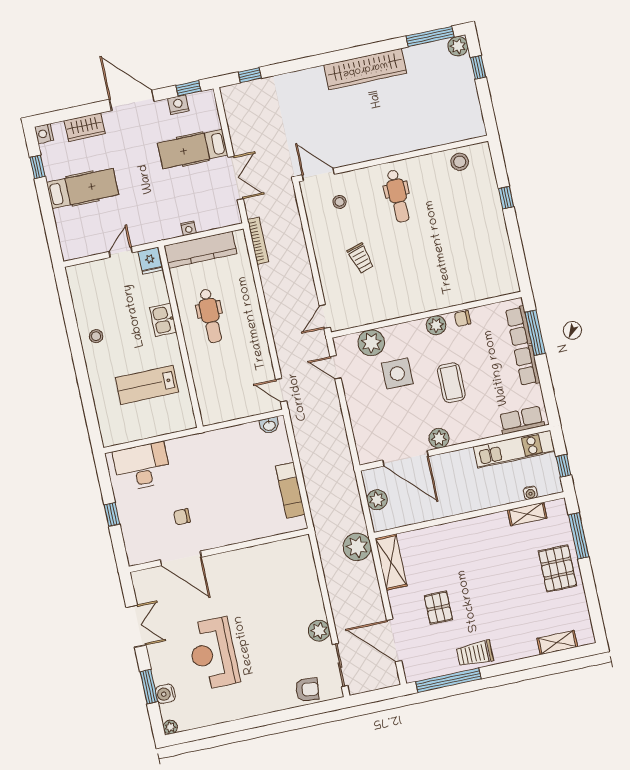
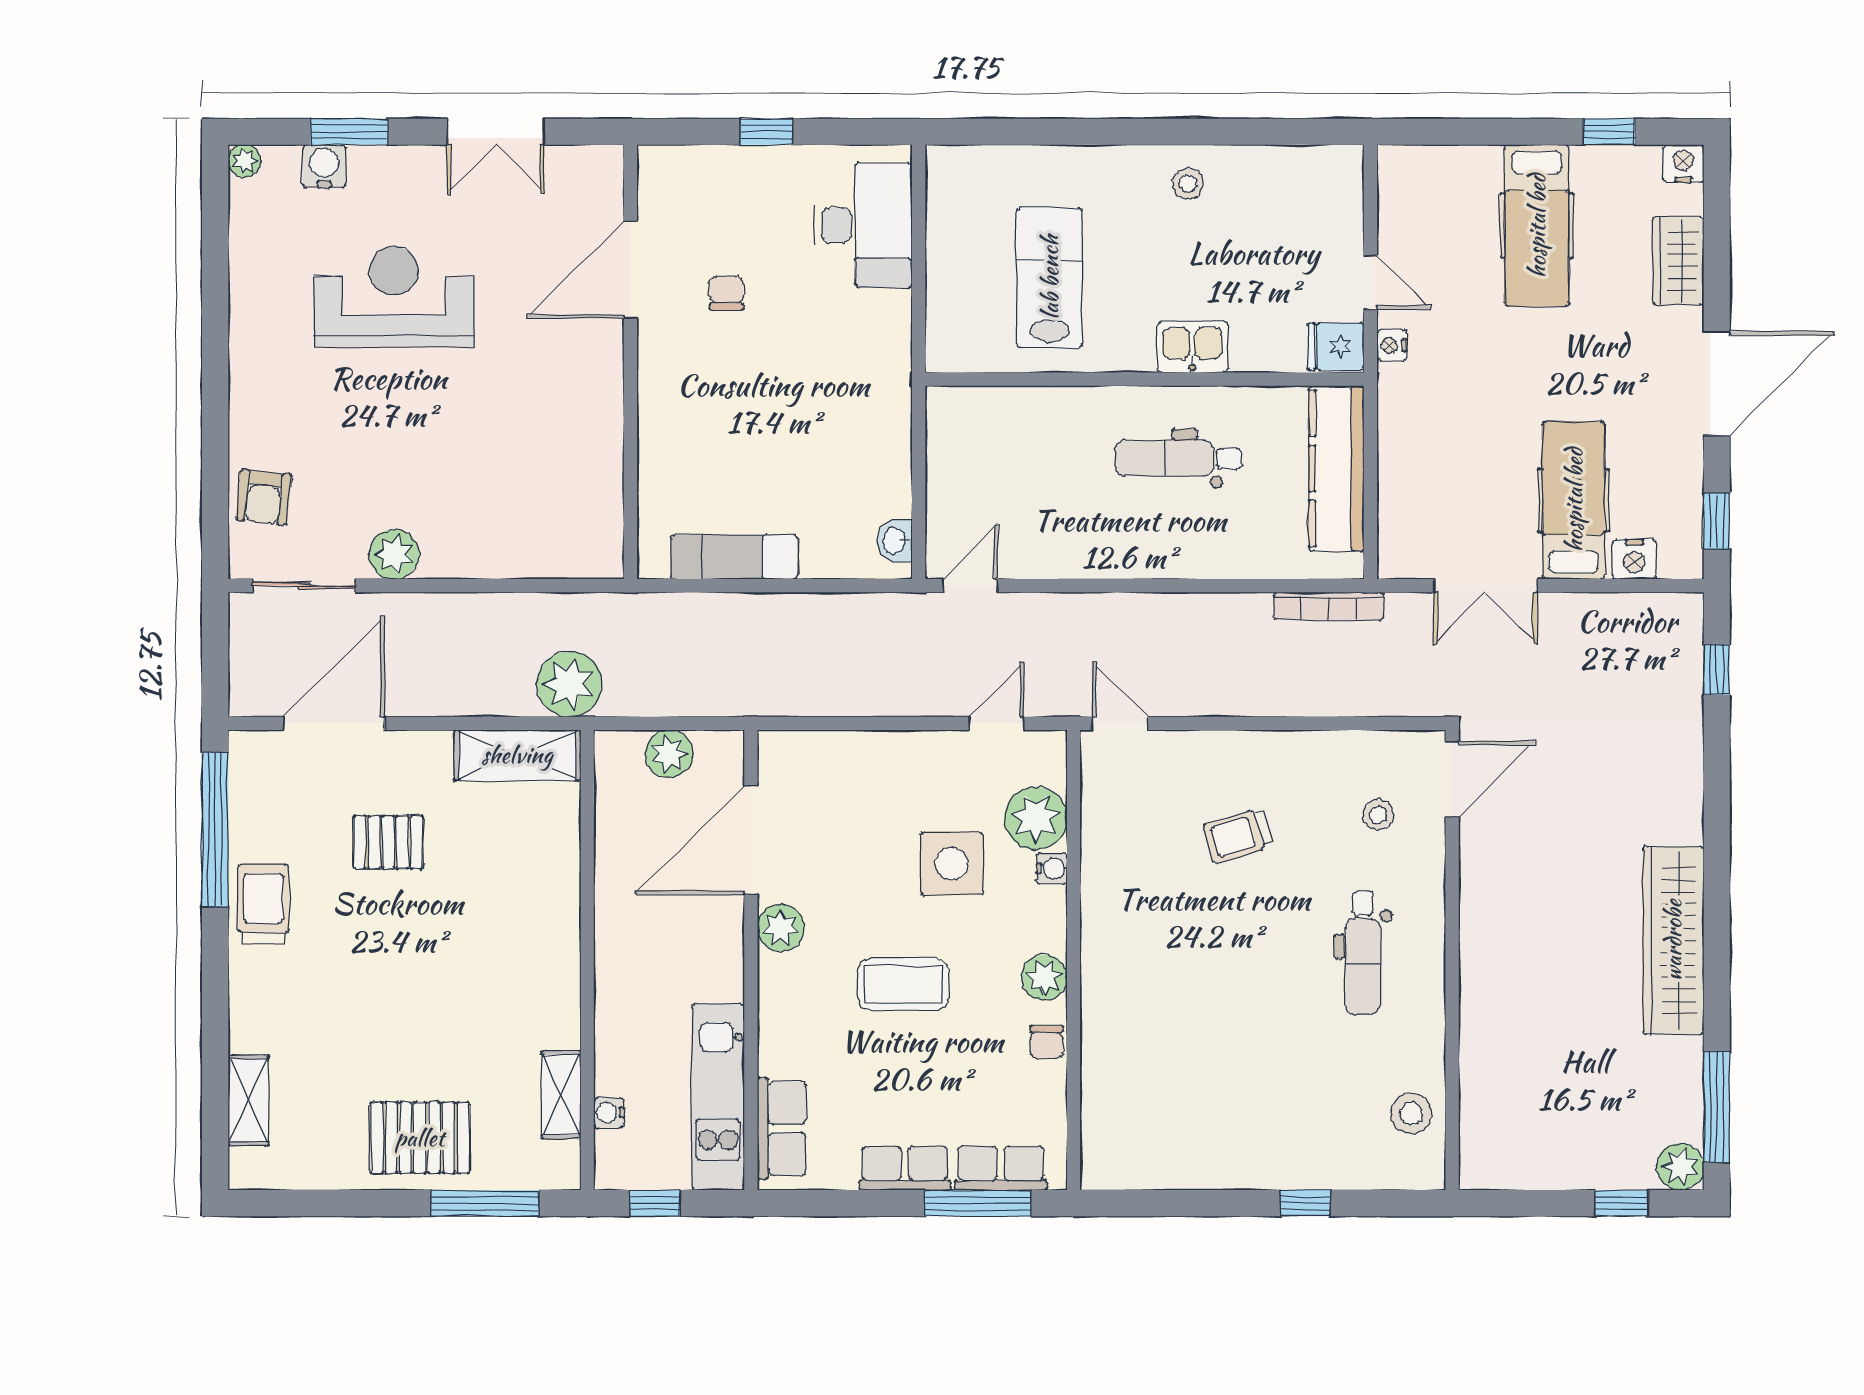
nightstand: (178, 105) -> (1634, 559), moved, turned 90
dental chair: (398, 196) -> (1363, 953), turned -89
nightstand: (189, 228) -> (1392, 345), moved
chair: (463, 319) -> (1047, 1042), turned 180
water cooler: (390, 332) -> (1052, 868), added

